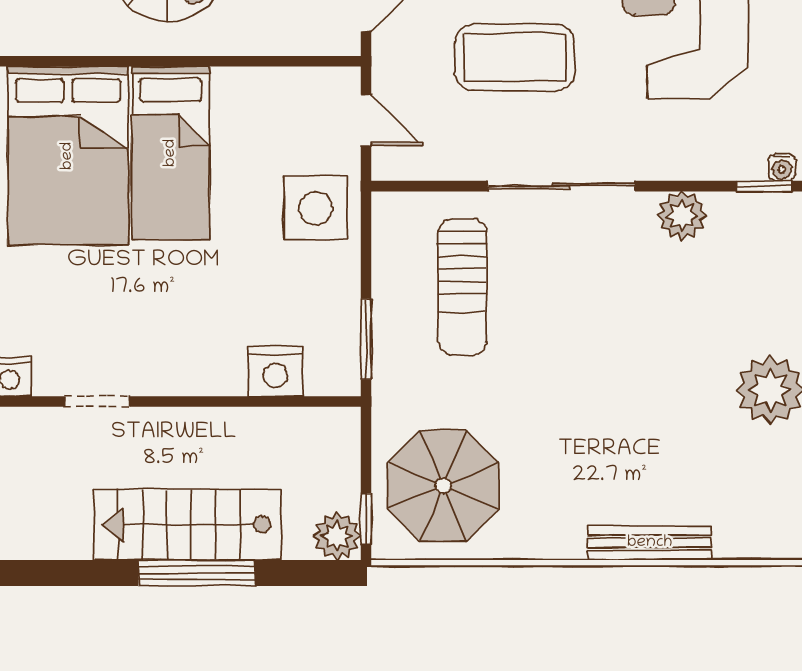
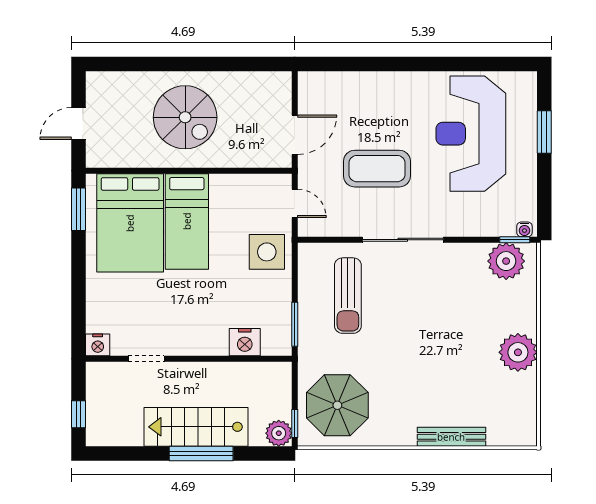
plant: (682, 216) -> (506, 261), moved, width x1.36, depth x1.36

